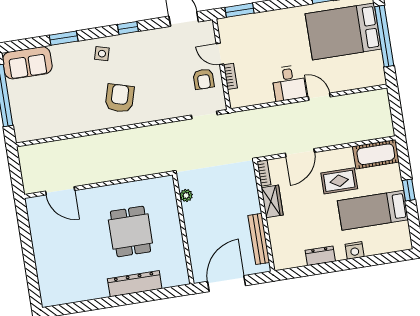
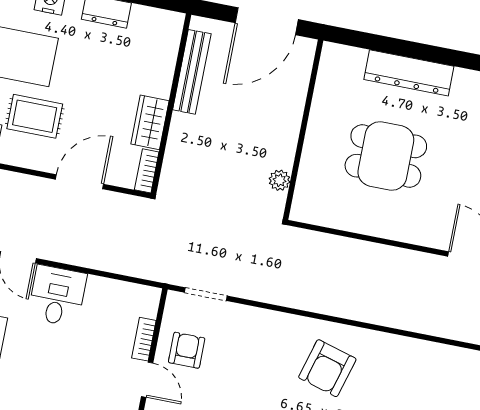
dining table: (130, 231) -> (386, 156), turned 90

